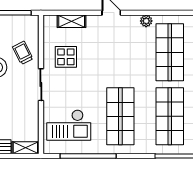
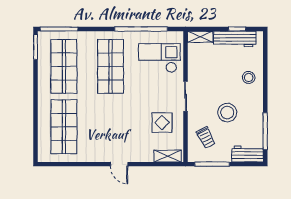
shelving: (72, 21) -> (168, 156), moved
plant: (146, 21) -> (86, 156), removed
trolley: (23, 53) -> (206, 137), moved

